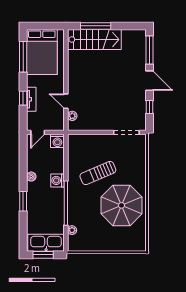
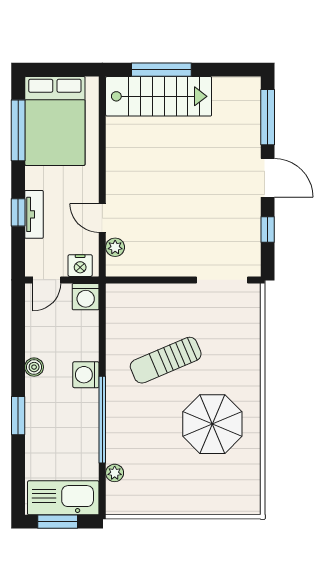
nightstand: (55, 125) -> (80, 266), added
parasol: (121, 205) -> (212, 424), width x0.73, depth x0.73

